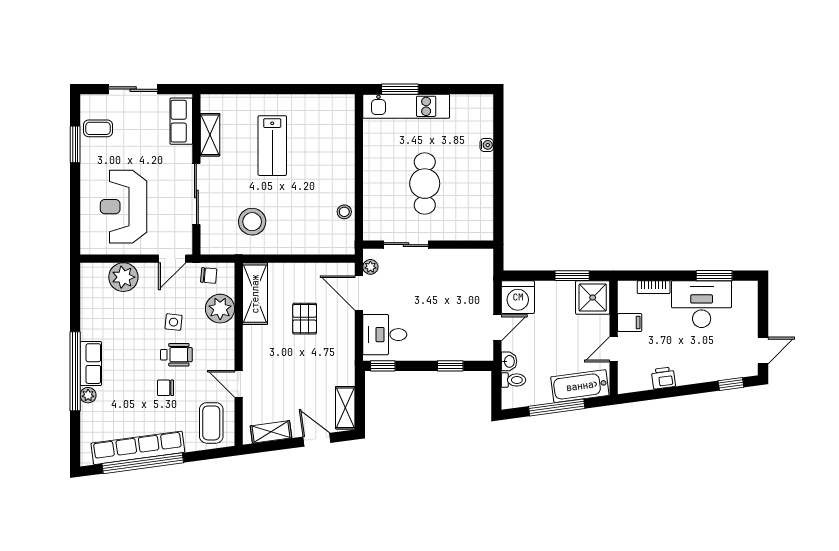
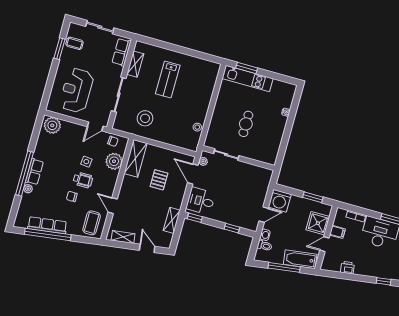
cafe table: (425, 184) -> (246, 124), width x0.73, depth x0.74
plant: (123, 277) -> (52, 125), moved
shower: (593, 298) -> (318, 223), moved
shelving: (345, 408) -> (172, 220), moved
row of seats: (138, 448) -> (47, 225), width x0.73

